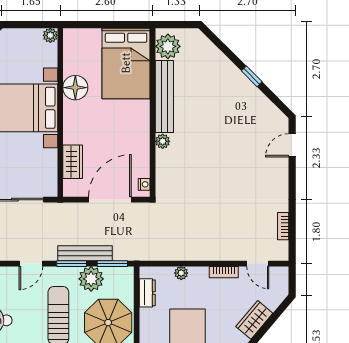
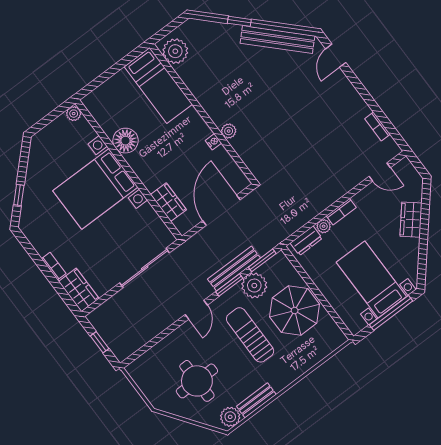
bed: (126, 63) -> (158, 85), width x0.67
window: (252, 76) -> (239, 21), moved
bench: (164, 96) -> (277, 40), moved, turned -45
nightstand: (144, 184) -> (213, 142), moved
bookcase: (224, 272) -> (341, 212), moved
dresser: (147, 293) -> (306, 241), moved, turned 90

